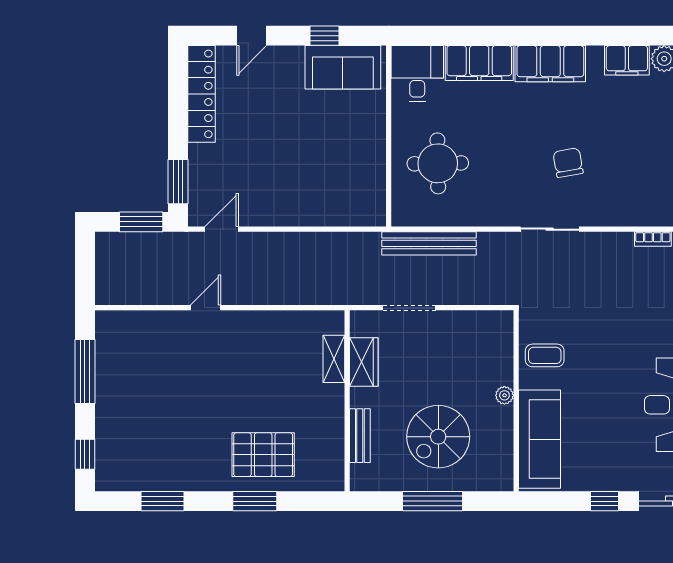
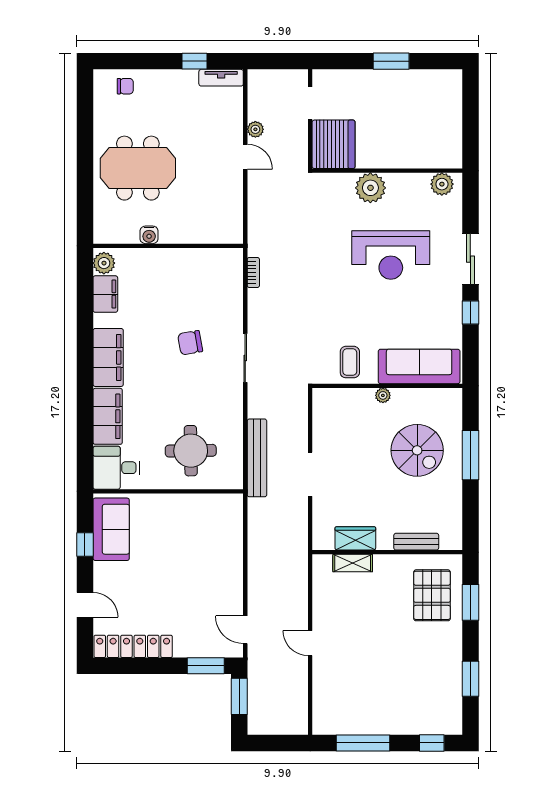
shelving: (334, 359) -> (353, 563), moved
wardrobe: (364, 362) -> (355, 538), moved
wall: (347, 401) -> (387, 552), moved
bench: (360, 436) -> (416, 542), moved

